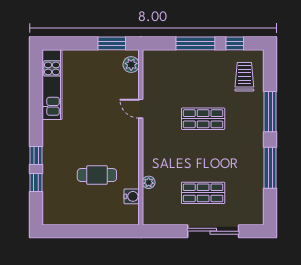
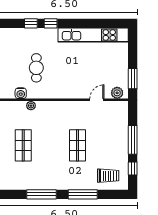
kitchen unit: (52, 85) -> (93, 35), width x1.36
door: (141, 109) -> (97, 100), moved

